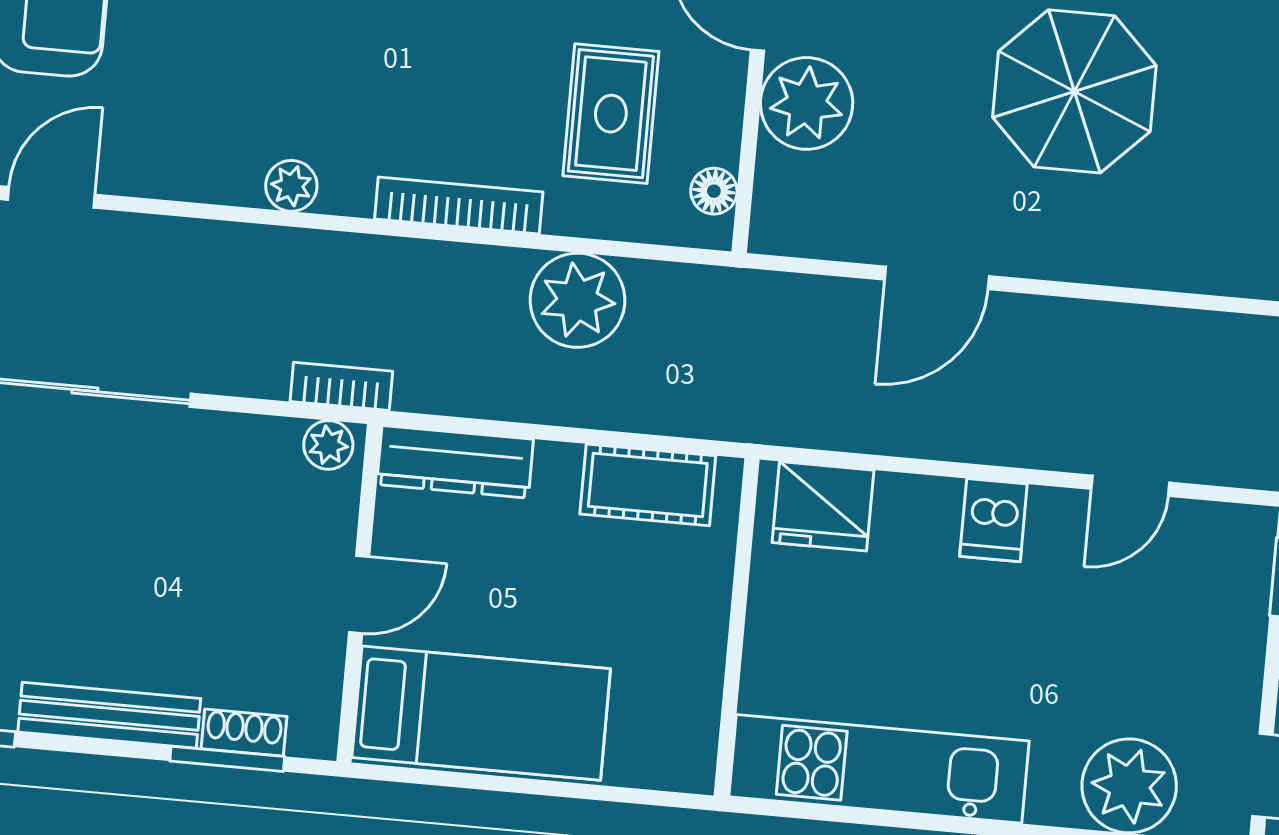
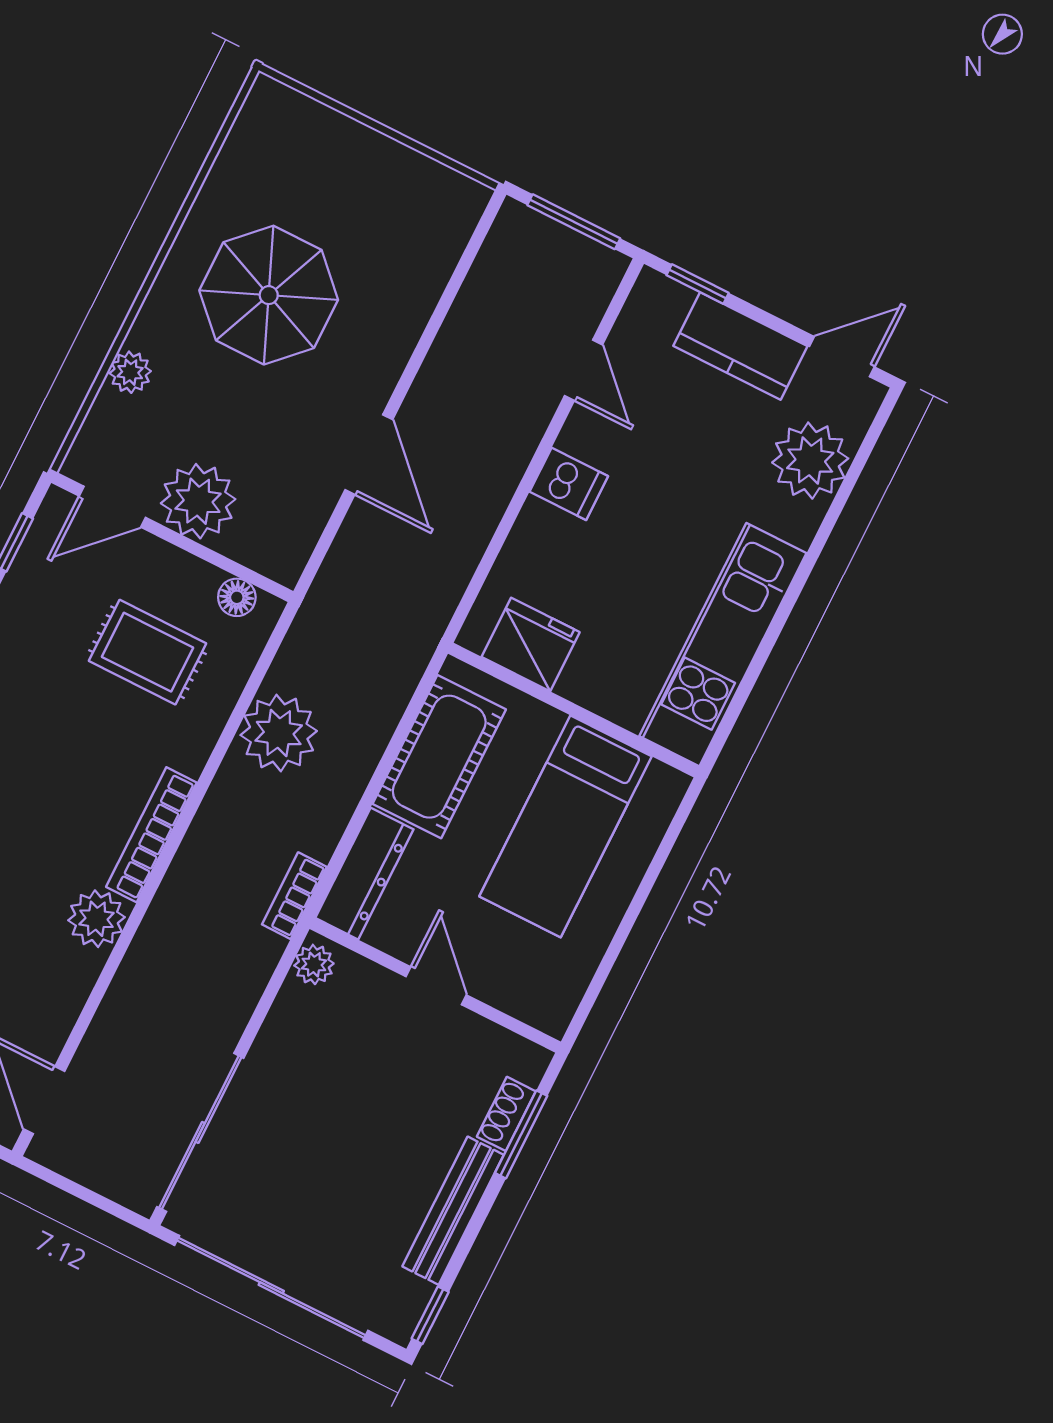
plant: (291, 186) -> (97, 919), width x1.38, depth x1.38
bookcase: (459, 205) -> (151, 835), moved
bookcase: (341, 386) -> (294, 896), moved
cot: (648, 485) -> (439, 757), width x1.37, depth x1.34
fridge: (823, 506) -> (531, 644), moved, turned -90
kitchen counter: (1229, 654) -> (740, 346), added
bed: (481, 713) -> (565, 826), moved, turned 180

